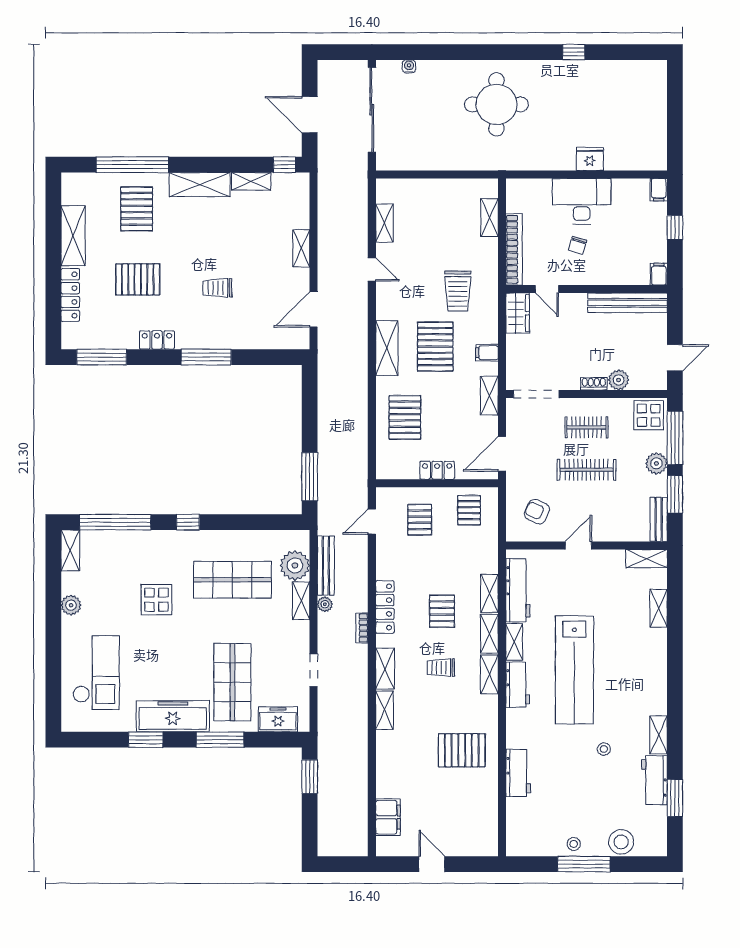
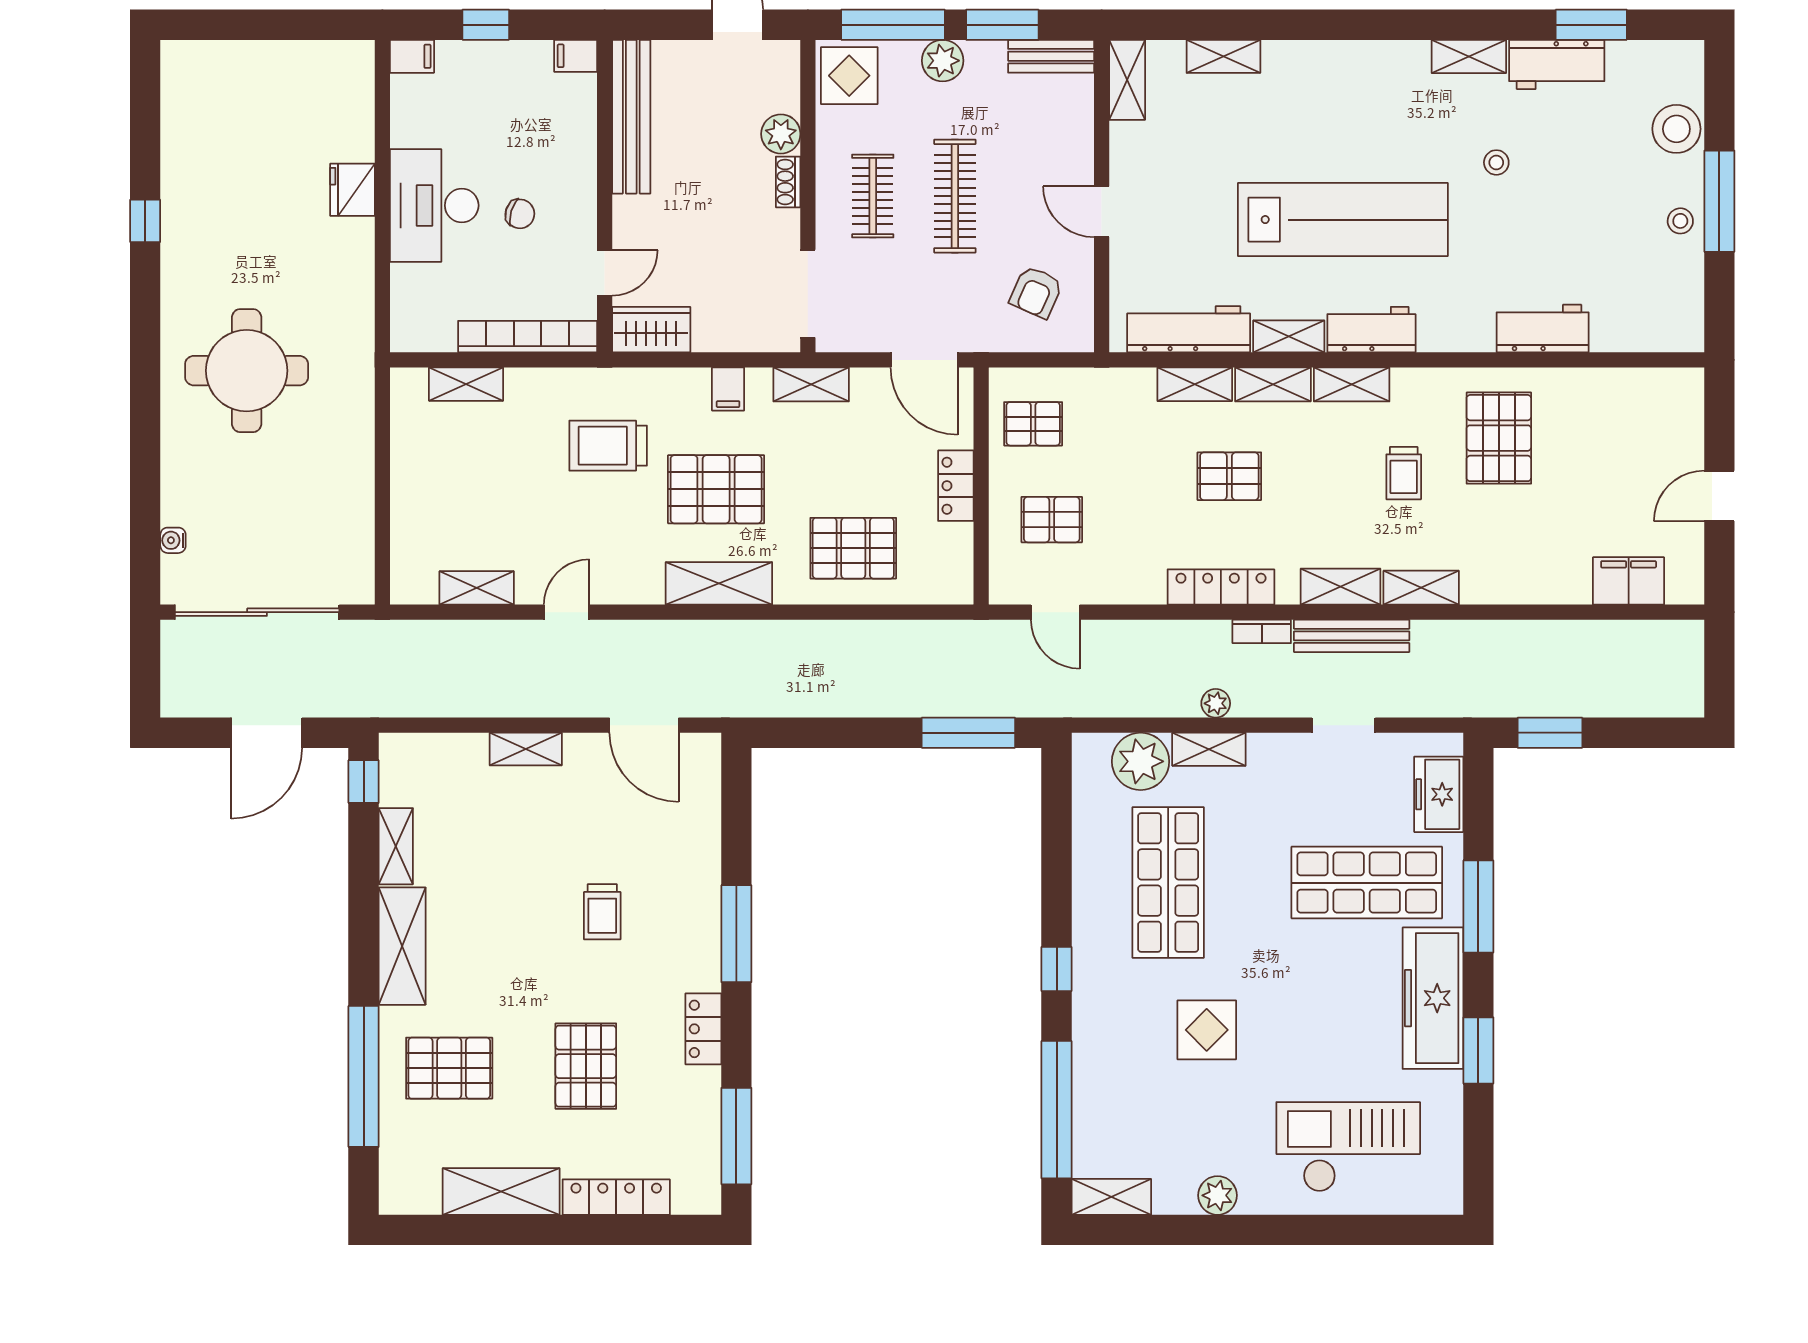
trolley: (458, 291) -> (608, 446), turned 180
bench: (326, 566) -> (1352, 636), moved
trolley: (441, 668) -> (1404, 473), moved

